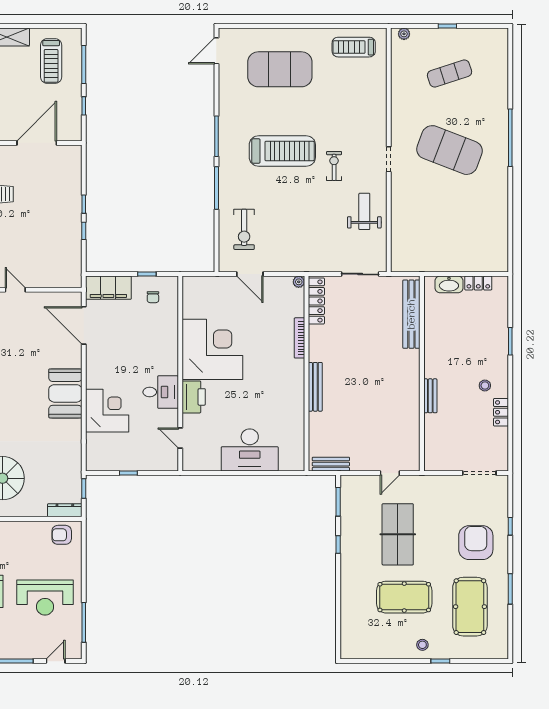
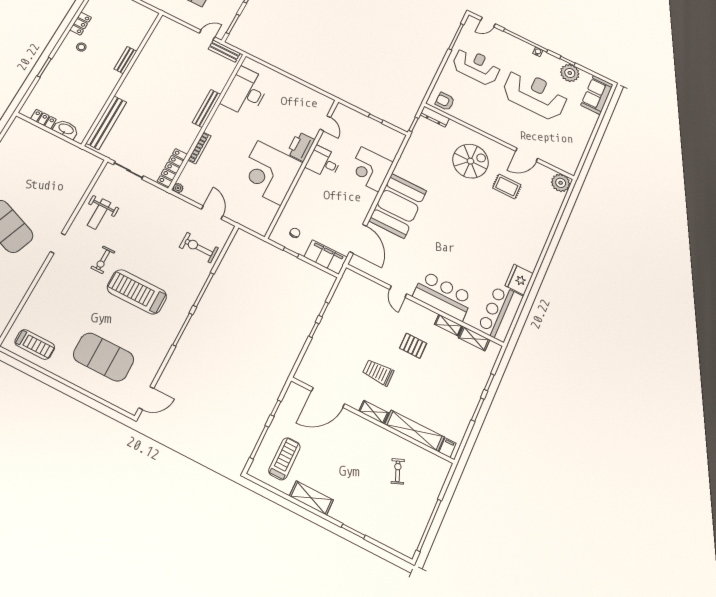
exercise bike: (244, 229) -> (199, 248), turned -90
booth: (65, 393) -> (398, 206), width x1.36, depth x1.42
desk: (250, 450) -> (246, 92), moved, turned -90
door: (390, 473) -> (207, 35), moved
armchair: (62, 535) -> (445, 101), turned 180

